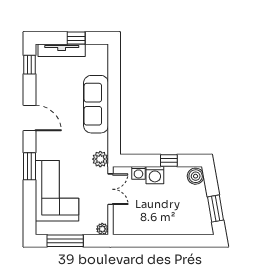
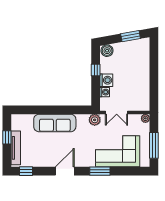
double door: (110, 189) -> (117, 112), swing flipped

